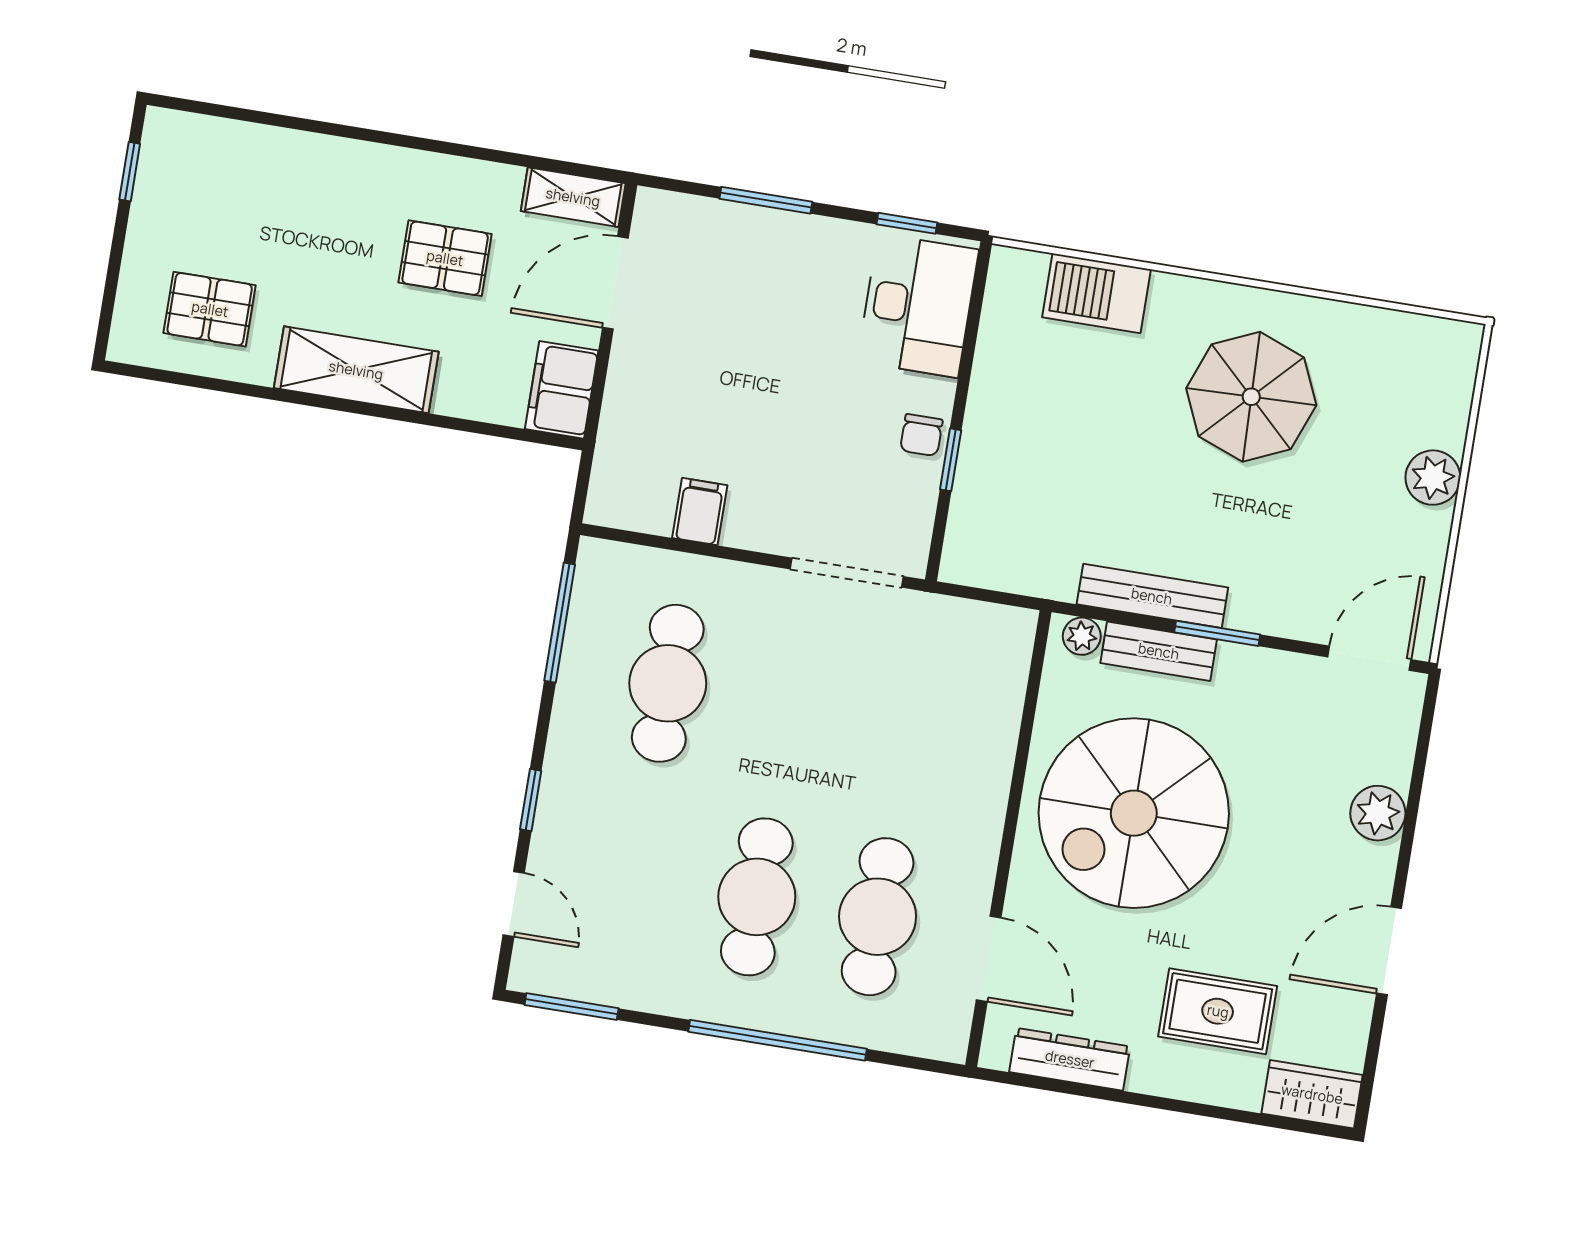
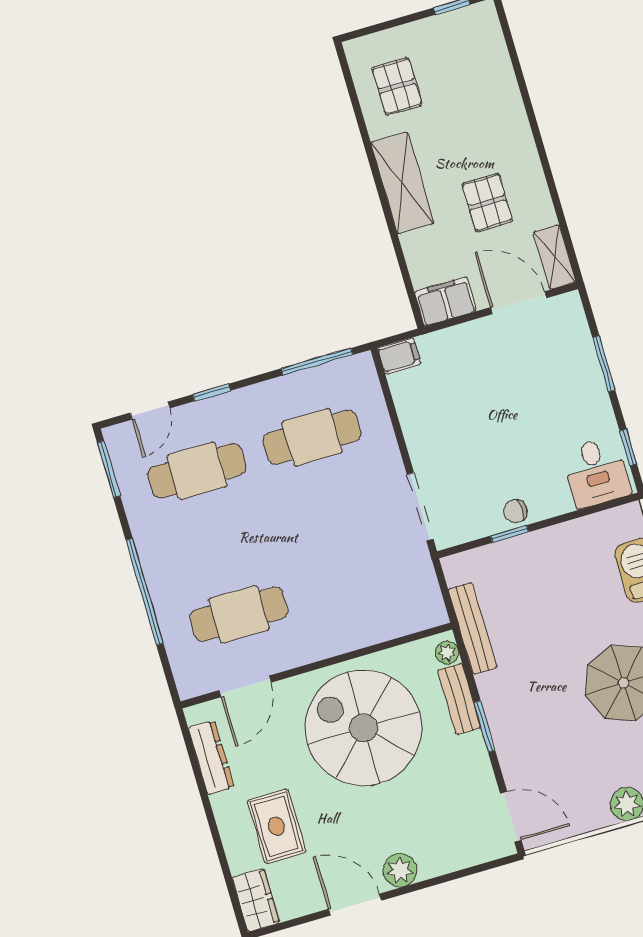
desk: (918, 306) -> (596, 472), width x0.73
filing cabinet: (700, 512) -> (399, 356), moved
bench: (1152, 596) -> (473, 628), moved
plant: (1378, 813) -> (400, 870), moved
cafe table: (757, 897) -> (197, 471), moved

